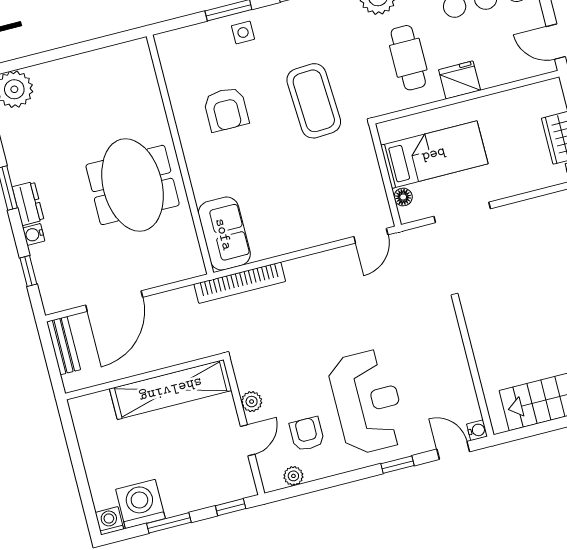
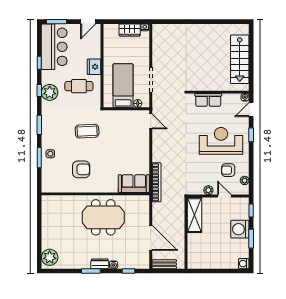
coffee table: (314, 101) -> (87, 131), width x0.73, depth x0.76
row of seats: (451, 350) -> (208, 100), added
shelving: (171, 390) -> (194, 215), width x0.68
washing machine: (140, 504) -> (240, 229), moved

